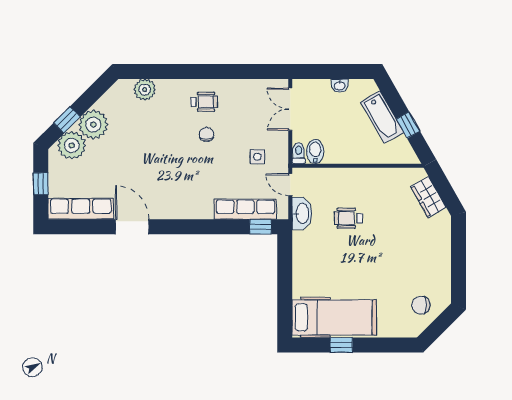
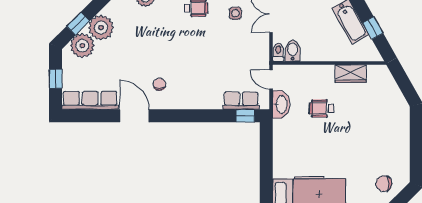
chair: (206, 134) -> (160, 84), moved
side table: (257, 157) -> (235, 13), moved
wardrobe: (428, 197) -> (351, 74), moved, turned -60
row of seats: (245, 209) -> (241, 101), width x0.68

